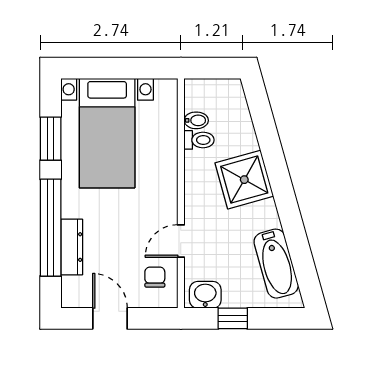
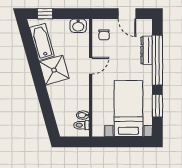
toilet: (199, 140) -> (81, 125), moved
shower: (244, 180) -> (54, 70), moved
door: (181, 241) -> (91, 66), moved
window: (233, 318) -> (45, 14), moved

